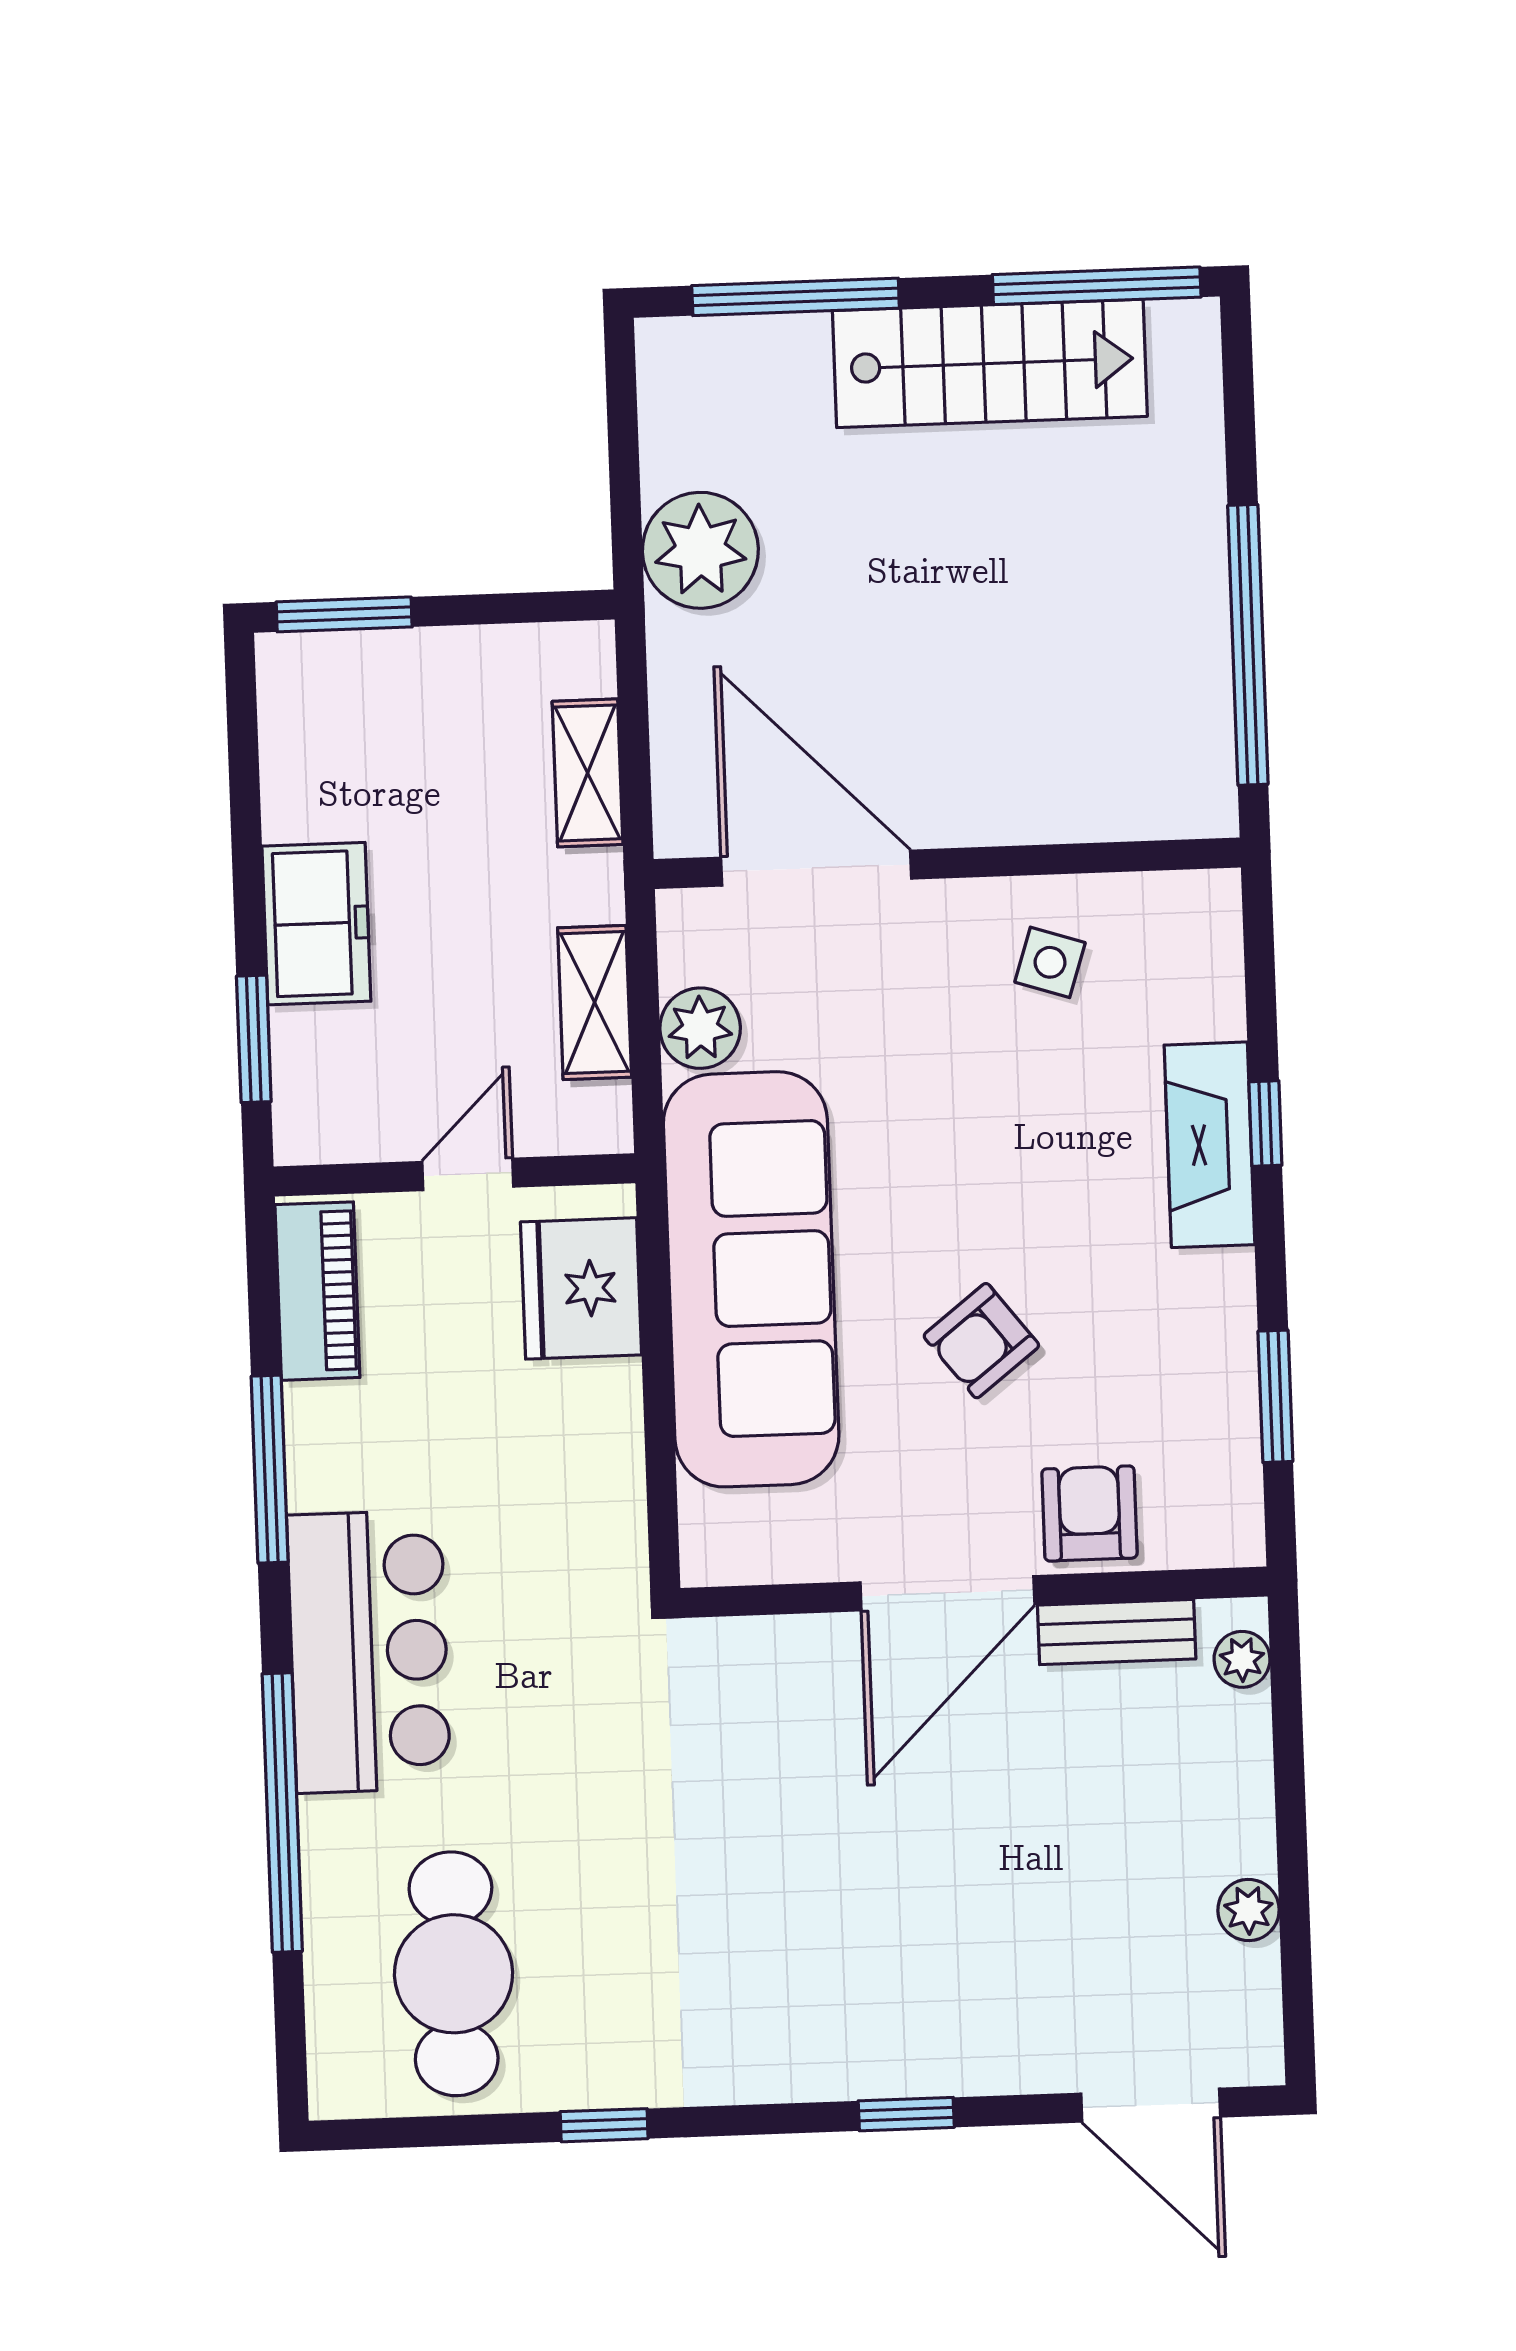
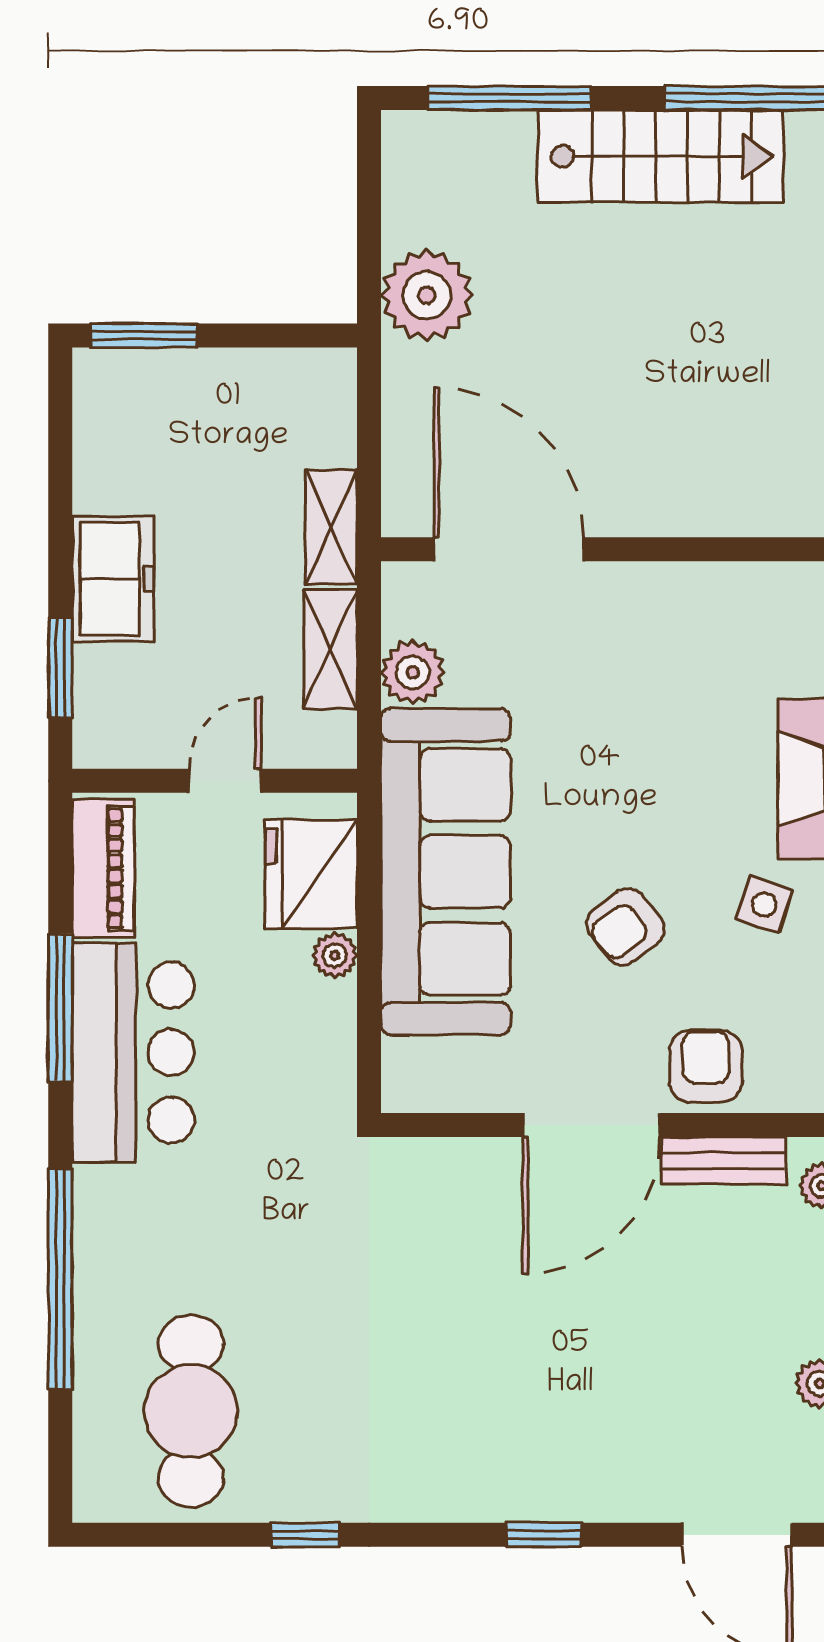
shelving: (588, 773) -> (331, 527), moved
side table: (1050, 962) -> (764, 905), moved
plant: (615, 1390) -> (335, 955), added
bar counter: (369, 1652) -> (133, 1053), moved

